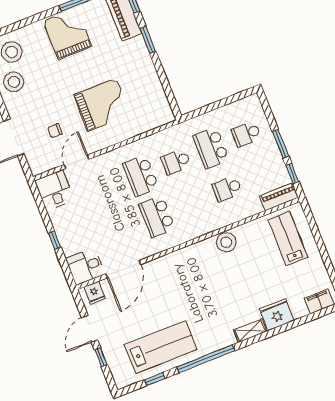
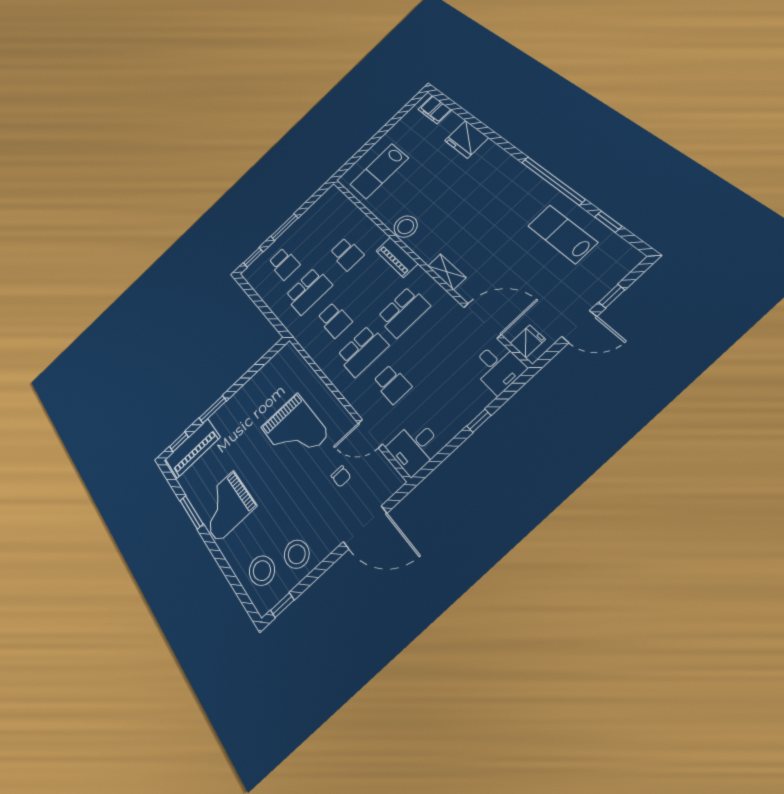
grand piano: (102, 105) -> (295, 431), turned 180
window: (292, 173) -> (253, 257), moved
school desk: (106, 190) -> (392, 384), added
piano: (279, 197) -> (397, 257), moved
shelving: (250, 331) -> (447, 272), moved
lab bench: (161, 347) -> (562, 234), width x0.73, depth x0.72

